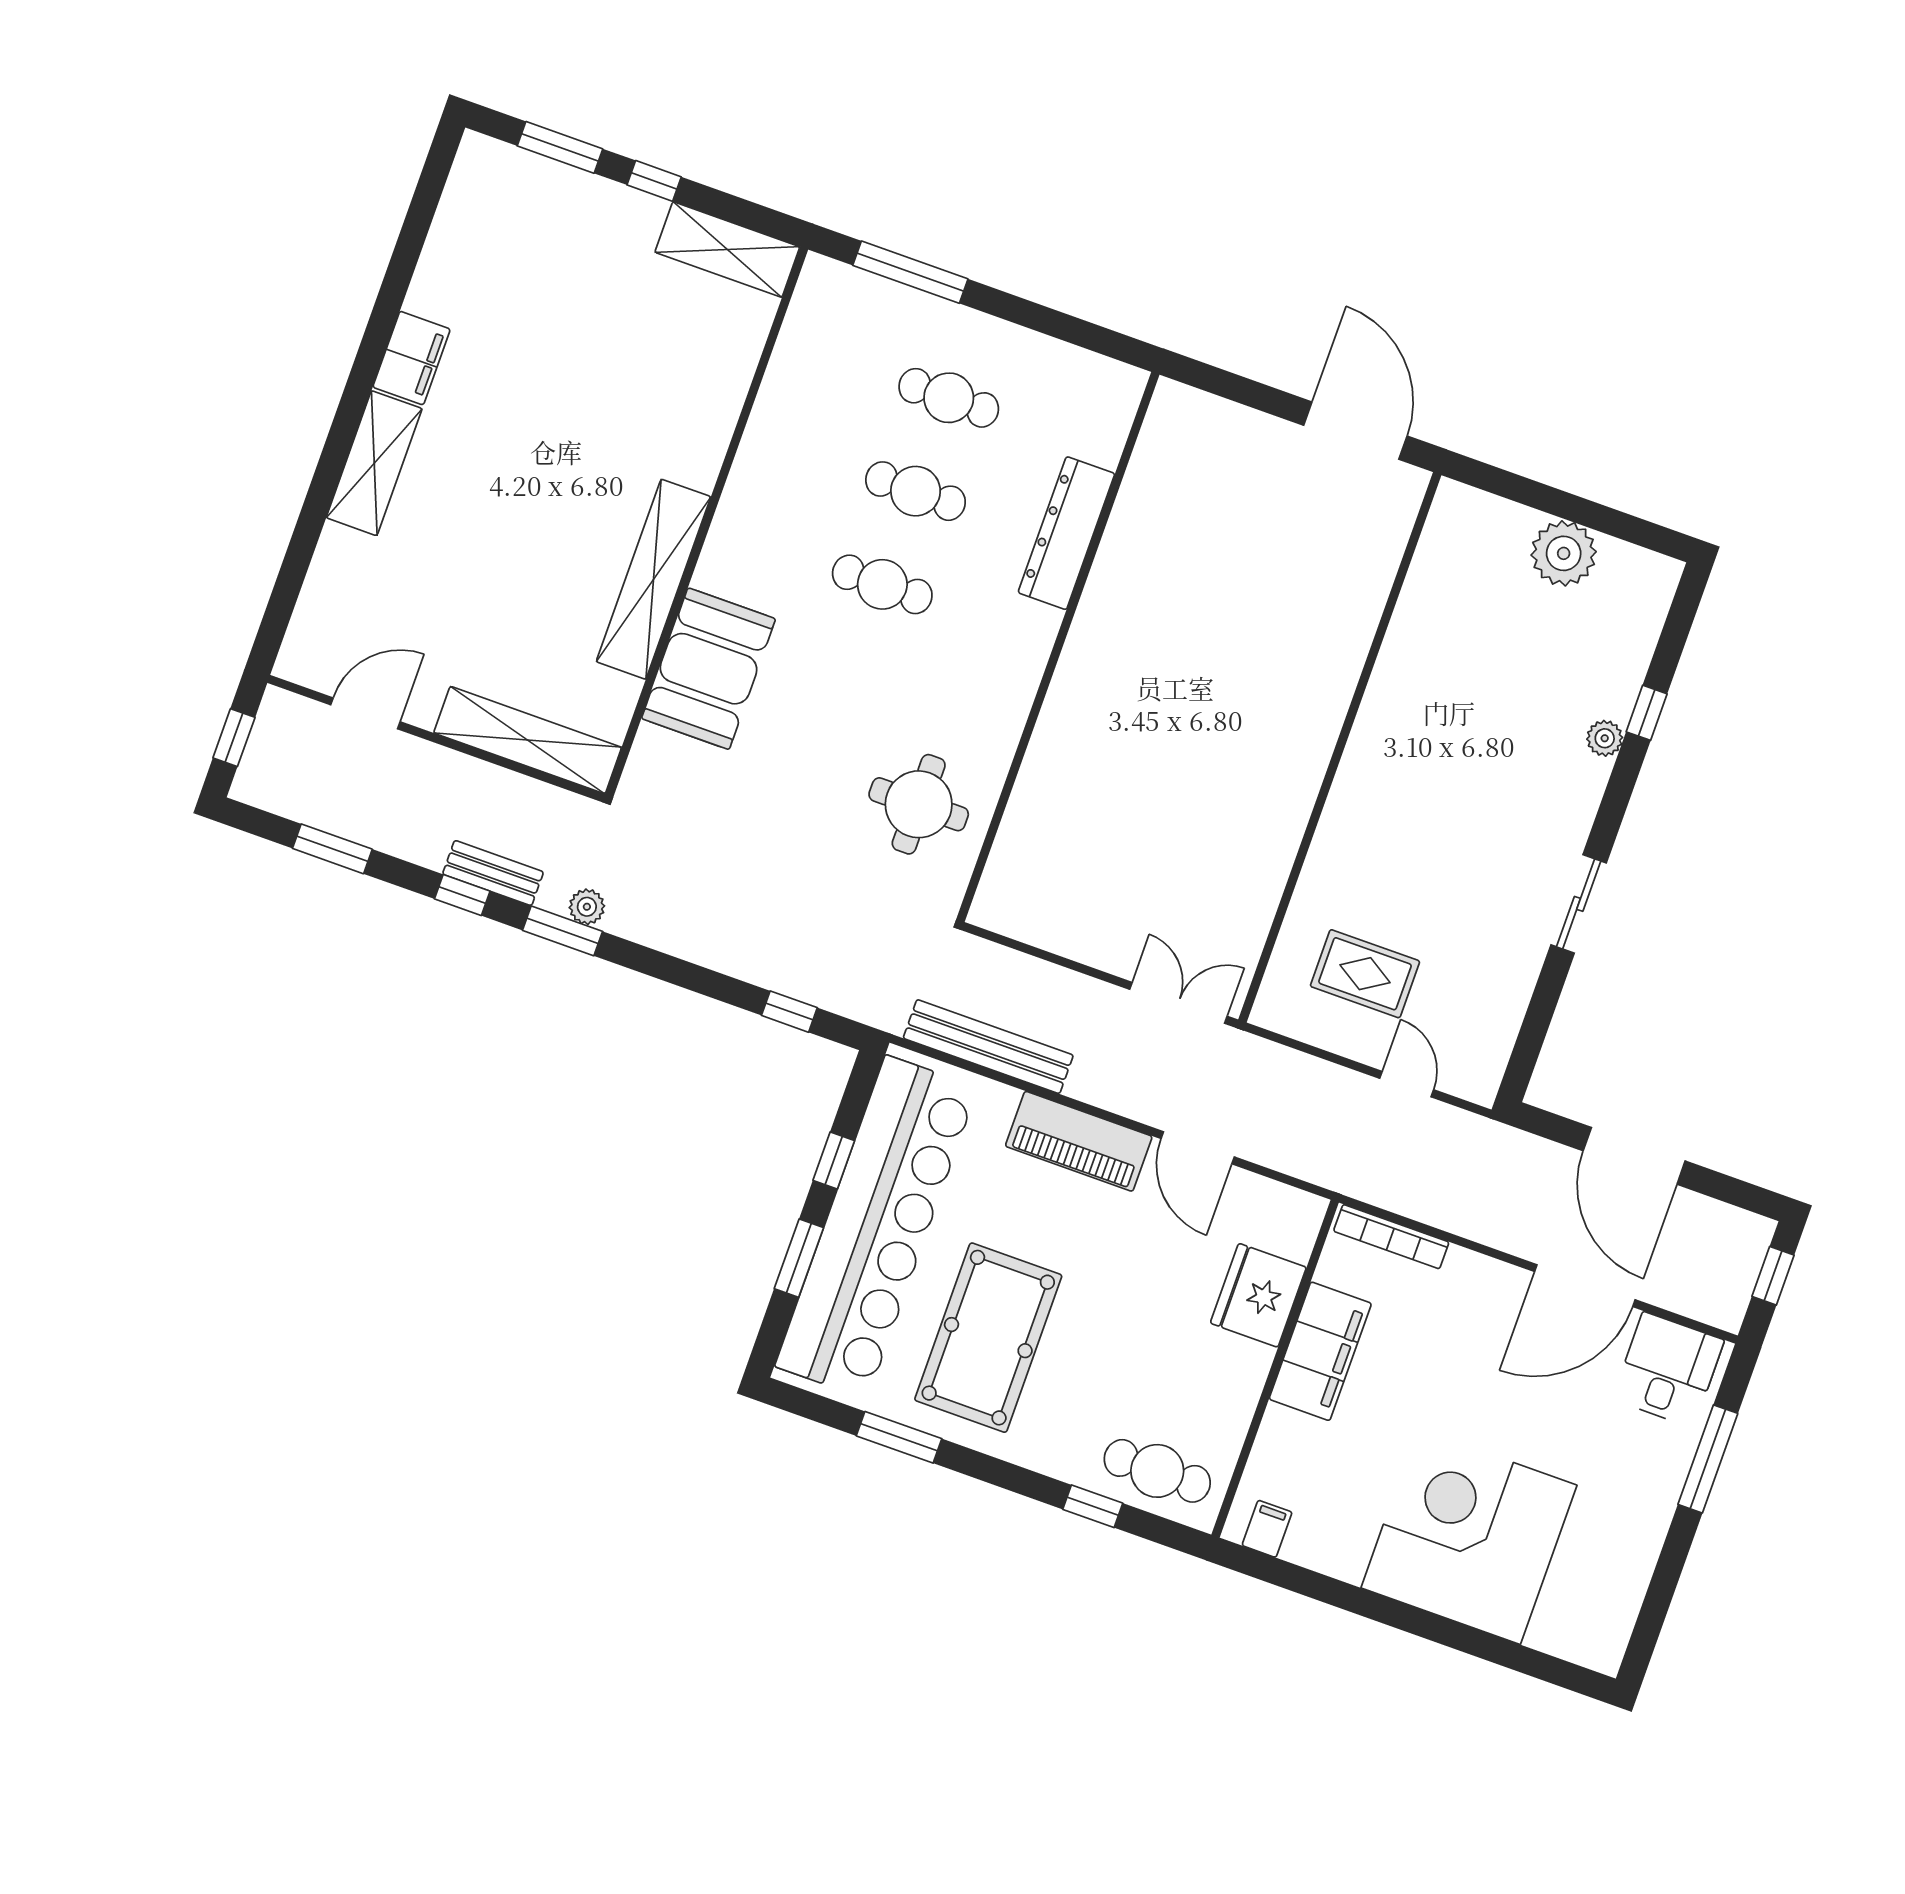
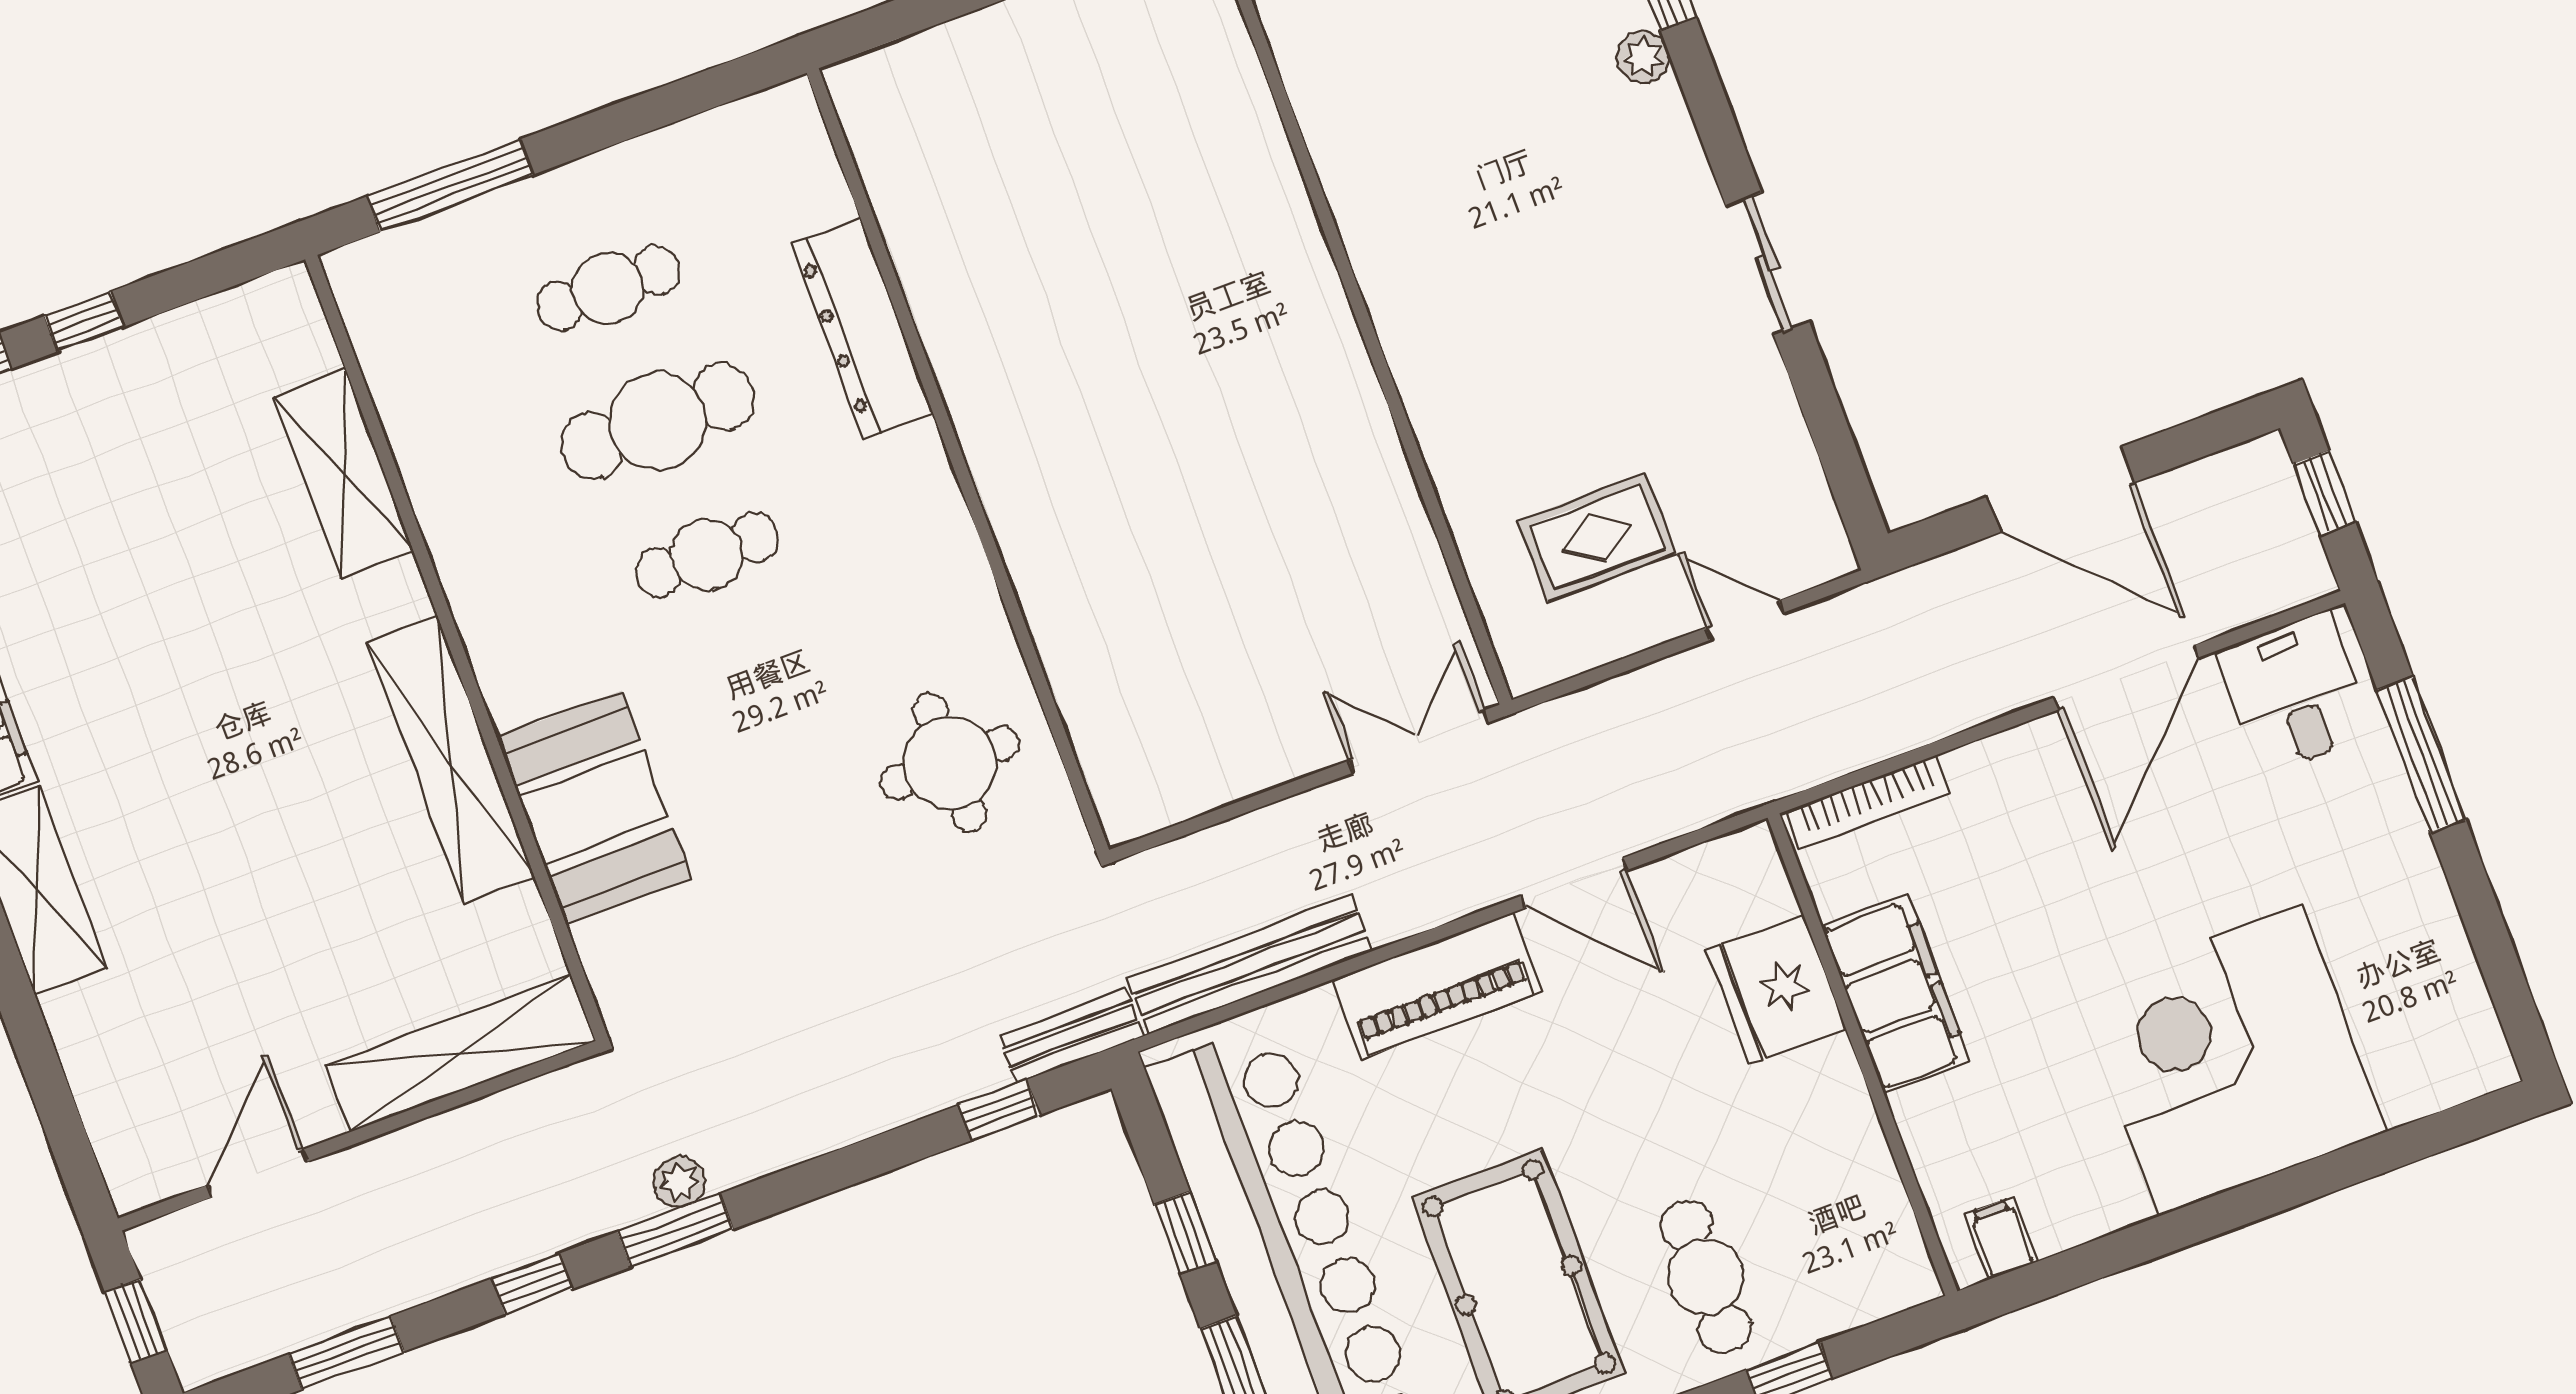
shelving: (727, 249) -> (344, 474), moved, turned 90
cafe table: (916, 491) -> (658, 421), width x1.37, depth x1.35
bench: (493, 873) -> (1071, 1036), moved
cafe table: (1157, 1471) -> (1706, 1277), moved, turned 90

